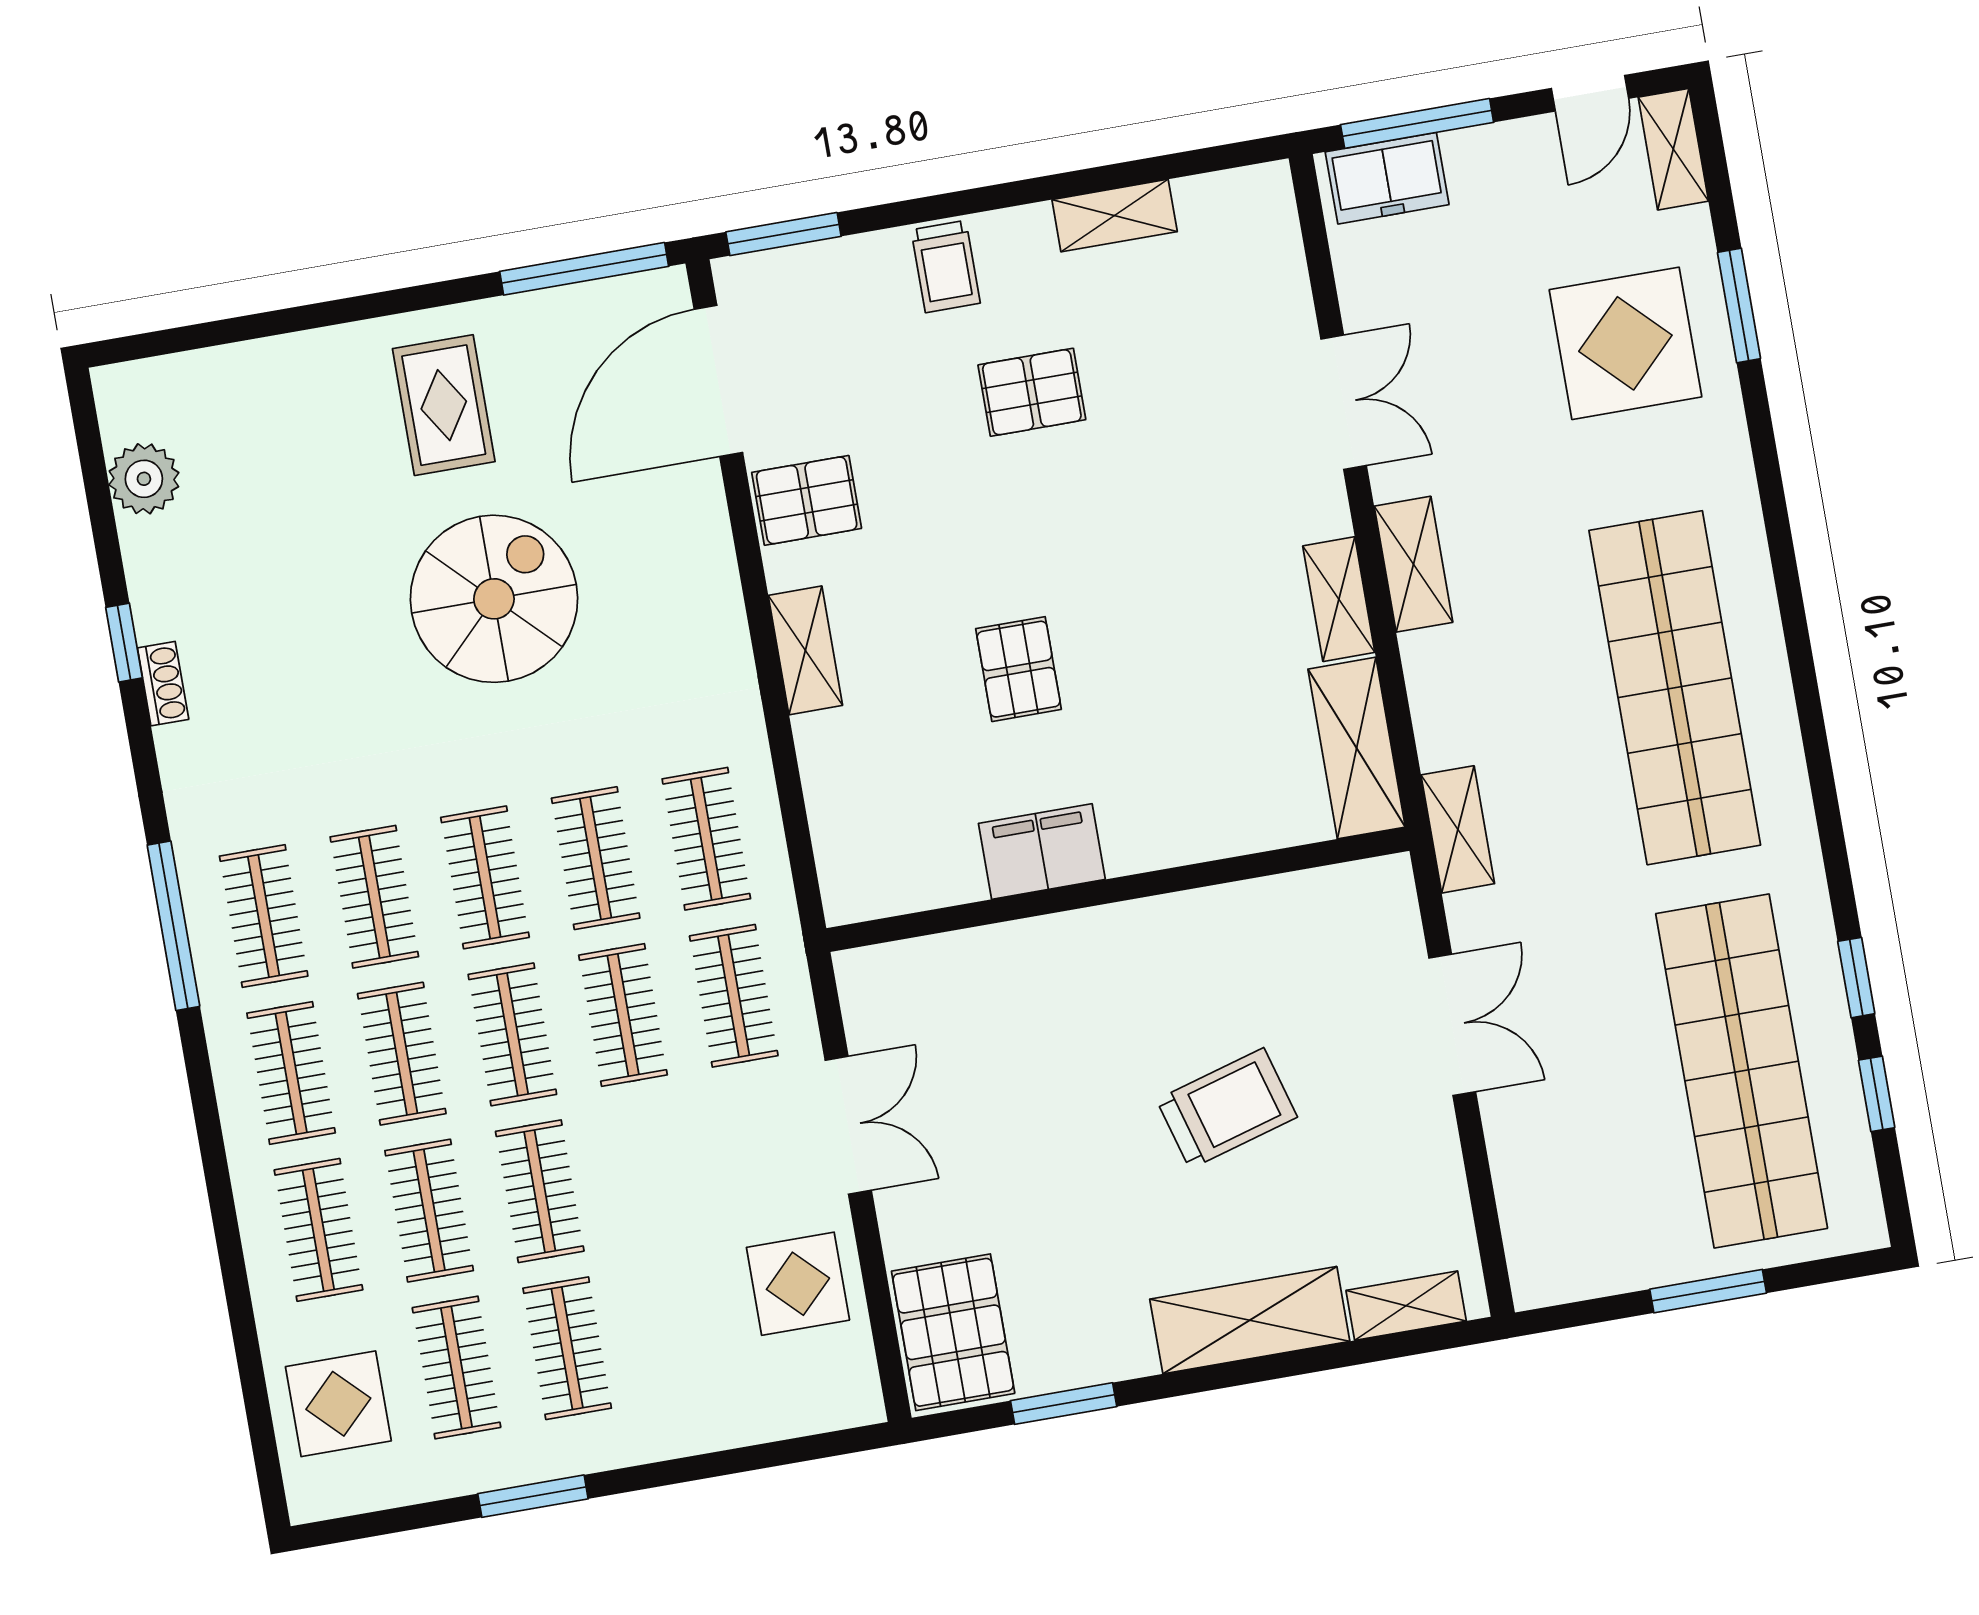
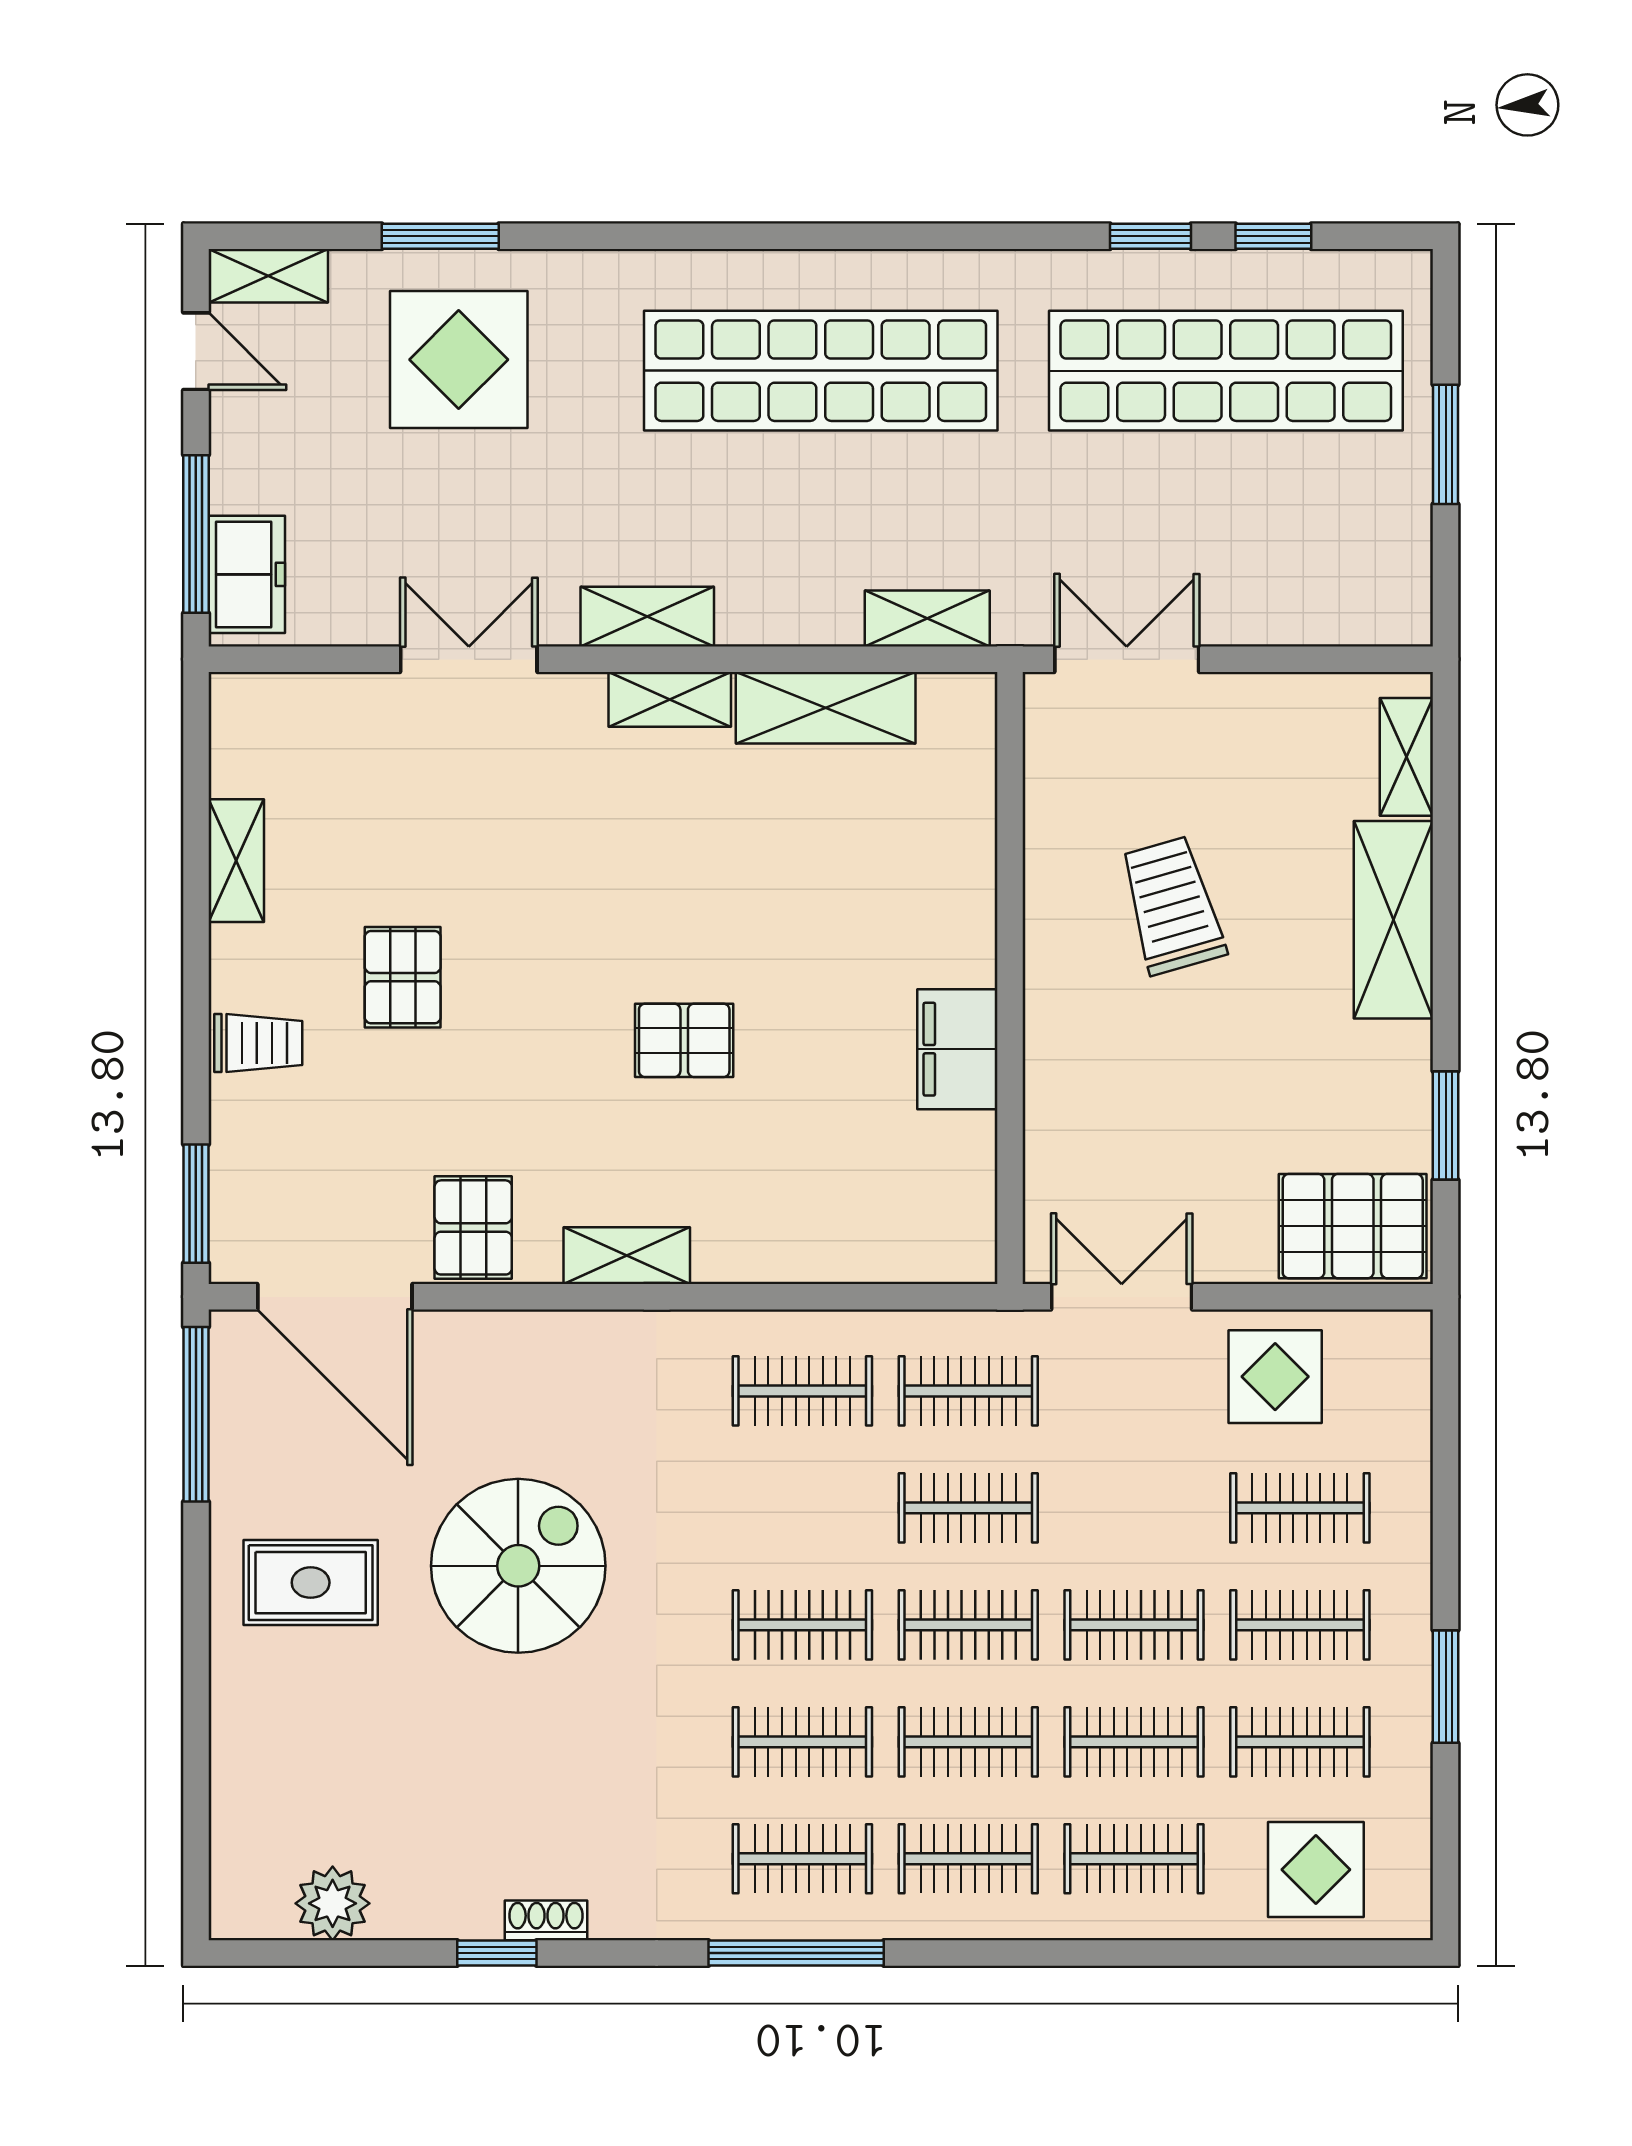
spiral stairs: (494, 599) -> (518, 1566), turned 90
filing cabinet: (1042, 851) -> (957, 1049), moved
clothes rail: (596, 858) -> (1300, 1508), moved
wall: (1118, 890) -> (1010, 978), moved

